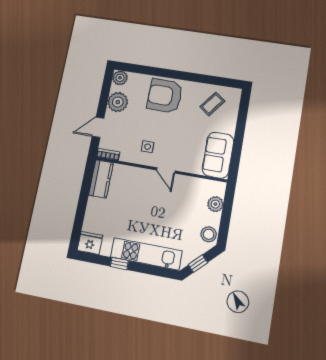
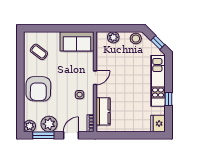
window: (105, 93) -> (43, 135), added
door: (98, 127) -> (71, 135), swing flipped
kitchen counter: (101, 179) -> (103, 111), moved, turned 90

